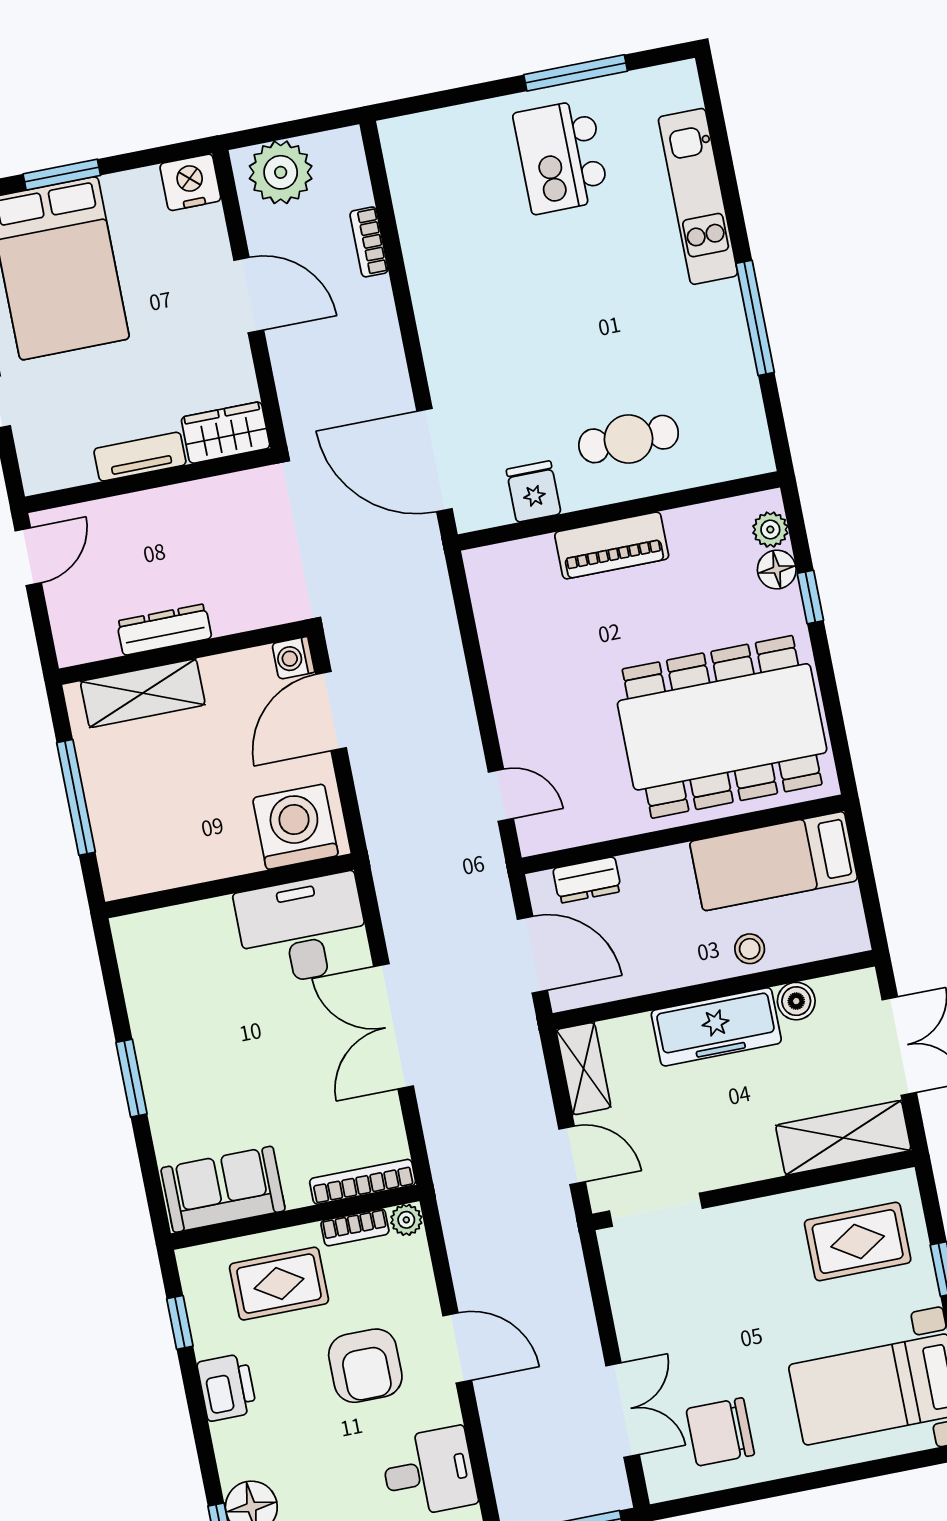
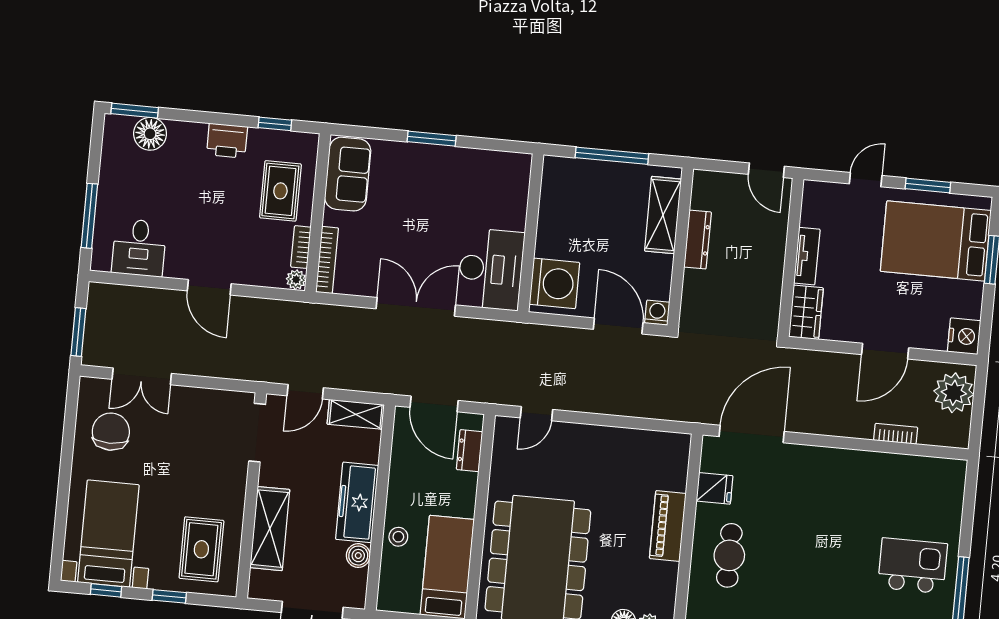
door: (532, 955) -> (434, 404), hinge flipped
shelving: (843, 1138) -> (270, 529), moved
door: (457, 1348) -> (209, 287), hinge flipped
armchair: (365, 1366) -> (215, 228), removed

